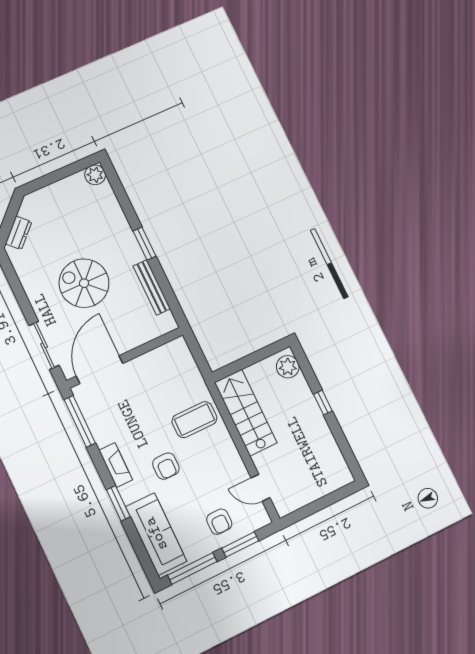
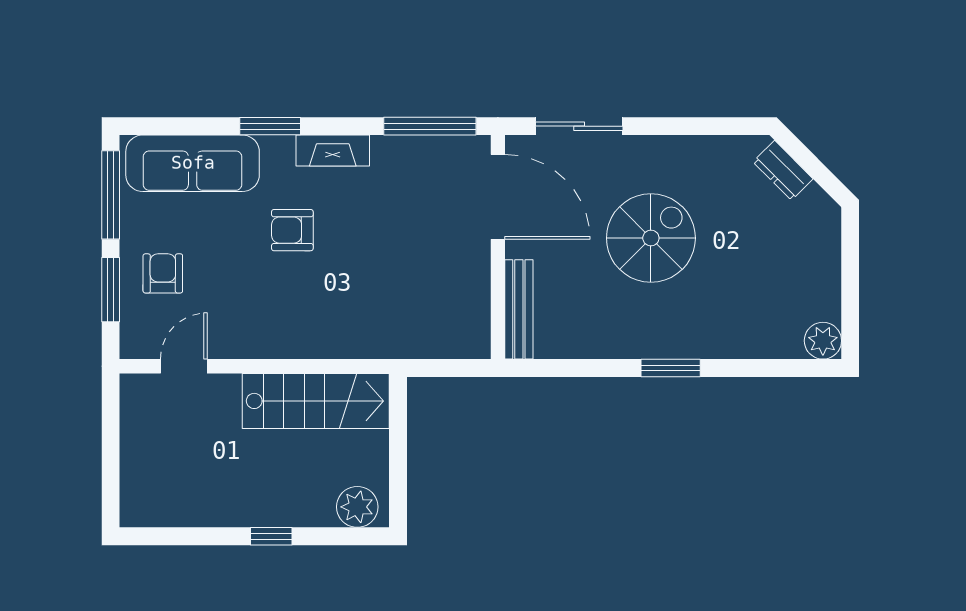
bench: (152, 287) -> (519, 309), moved, turned 90
coffee table: (194, 420) -> (344, 312), removed
armchair: (219, 522) -> (163, 273), turned 90

